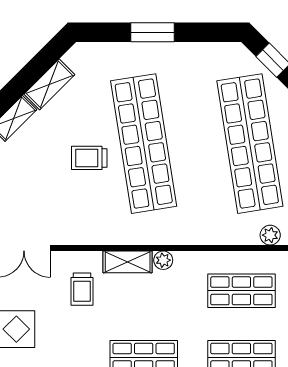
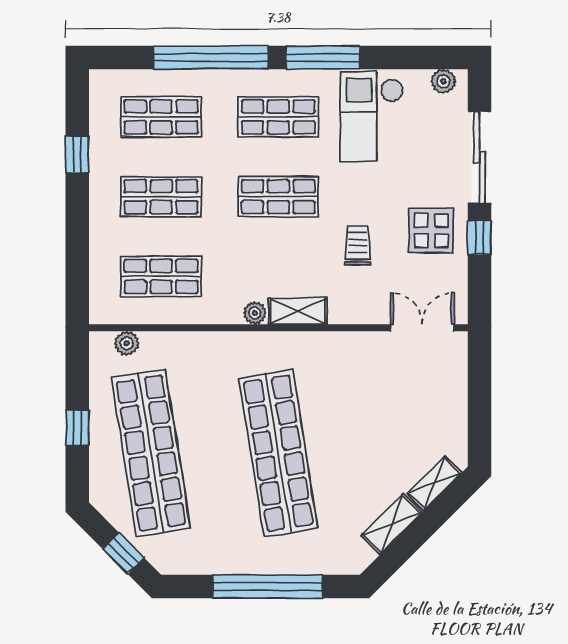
window: (153, 32) -> (268, 587), width x2.11
trolley: (89, 158) -> (344, 436), removed
trolley: (82, 289) -> (358, 245), moved

